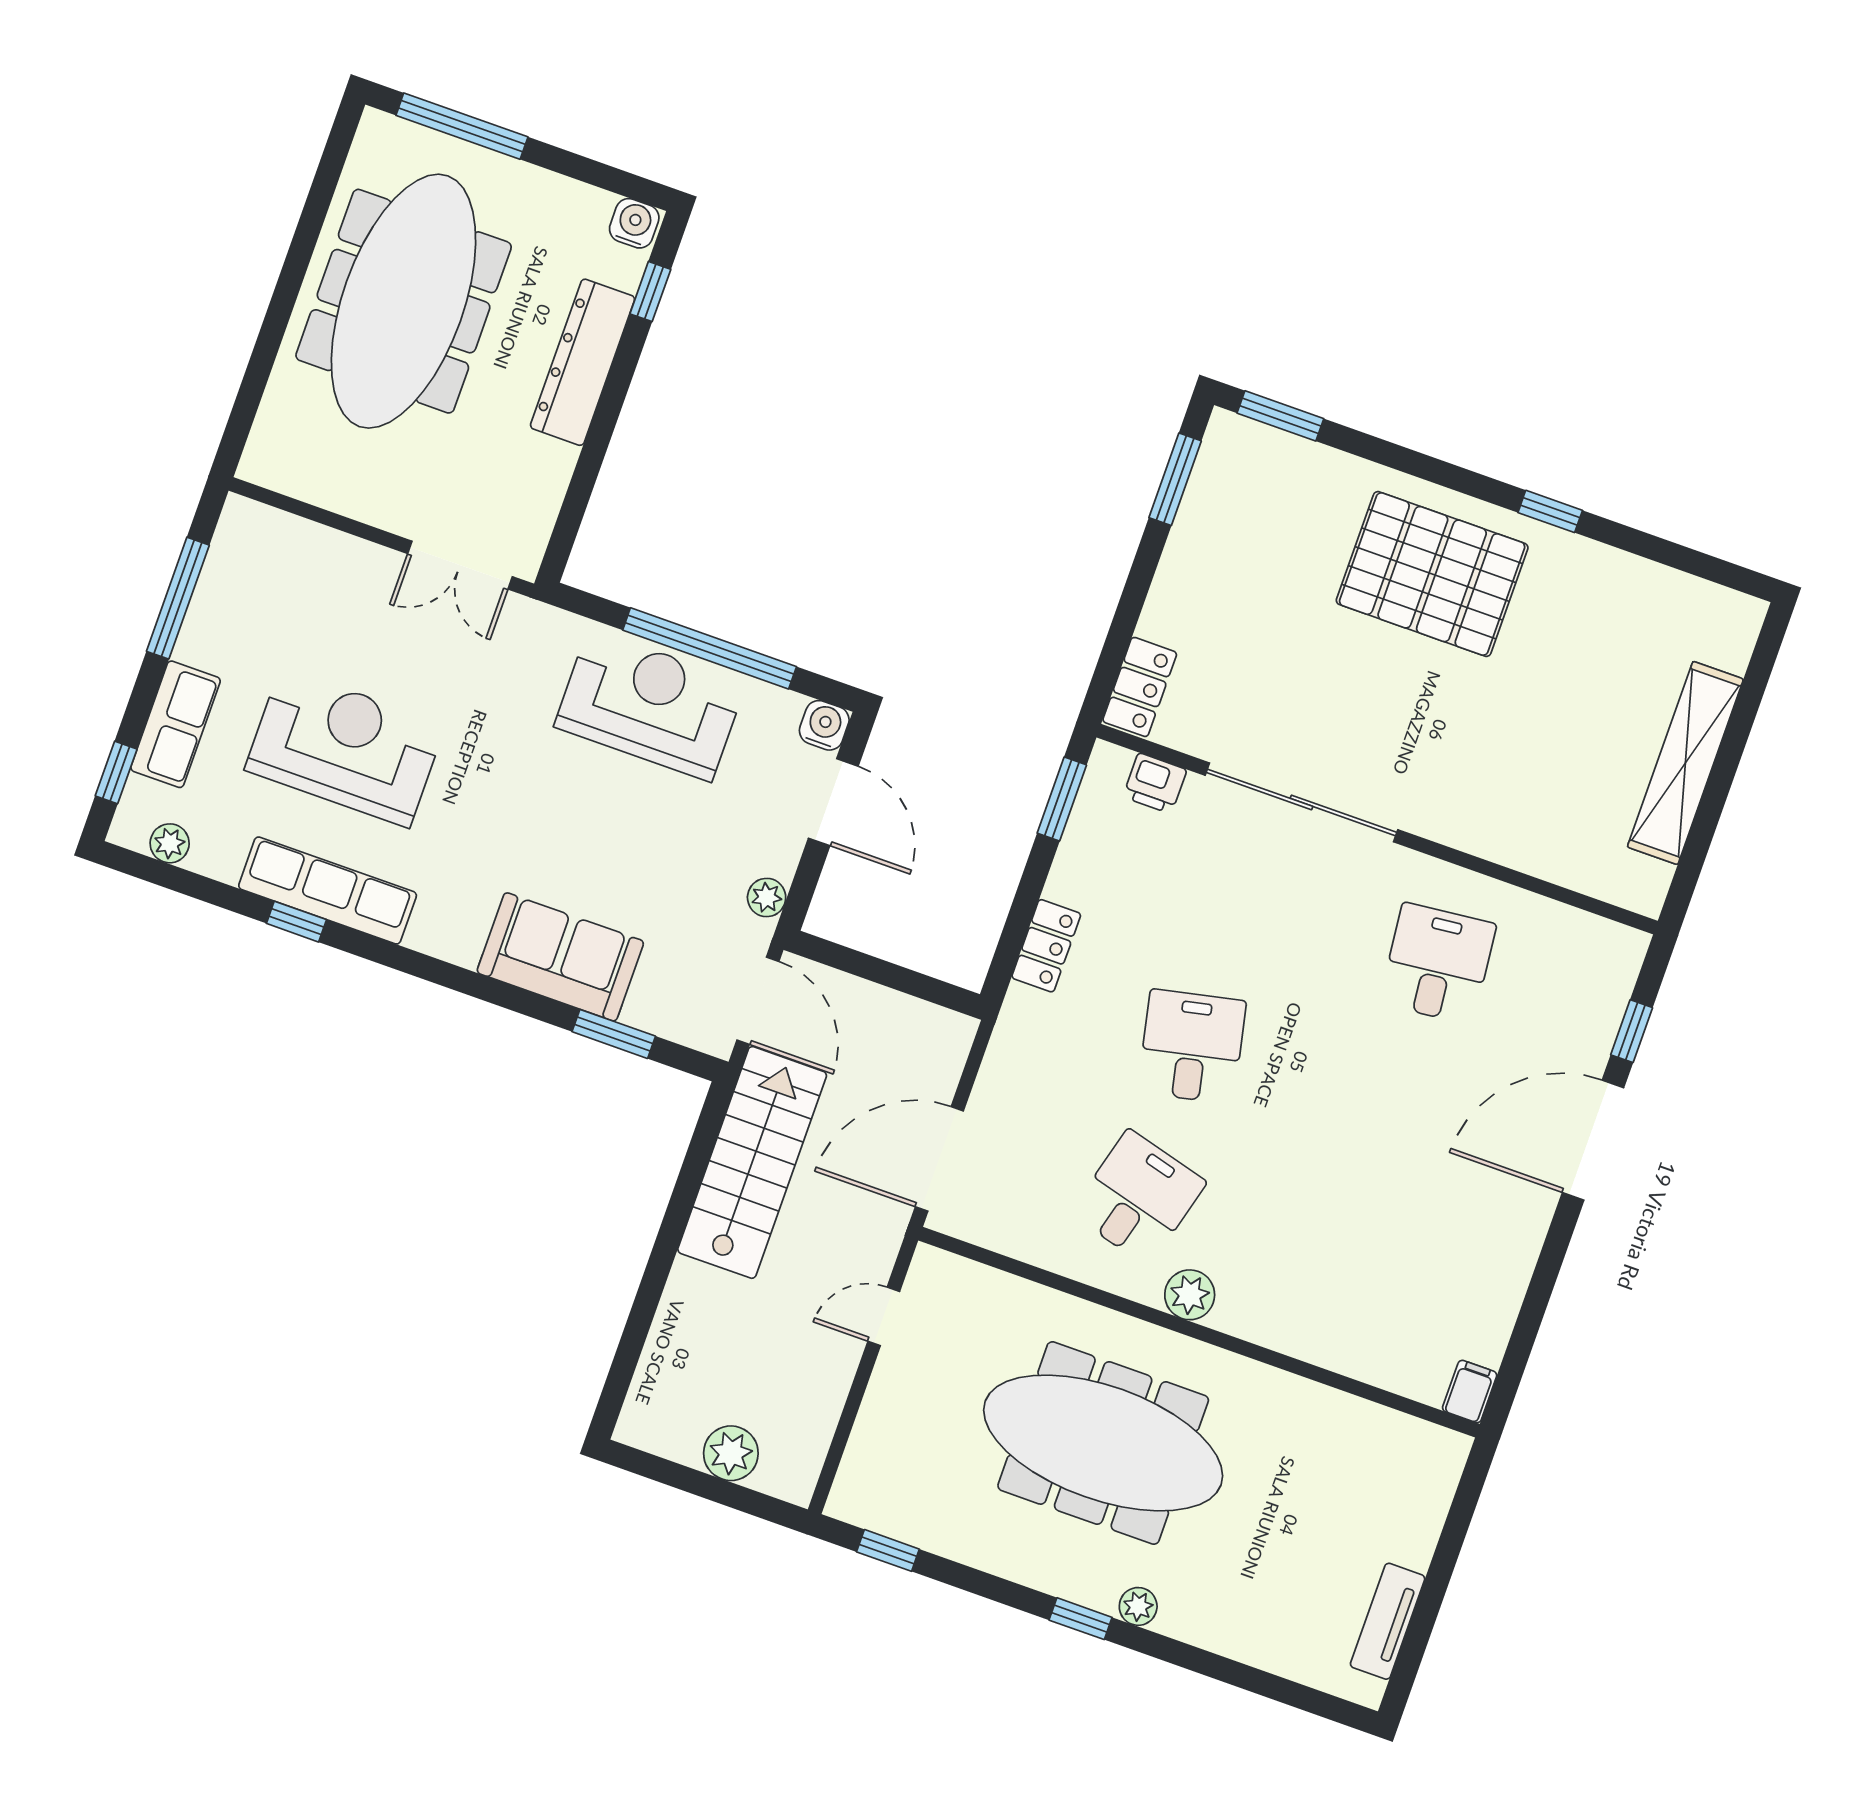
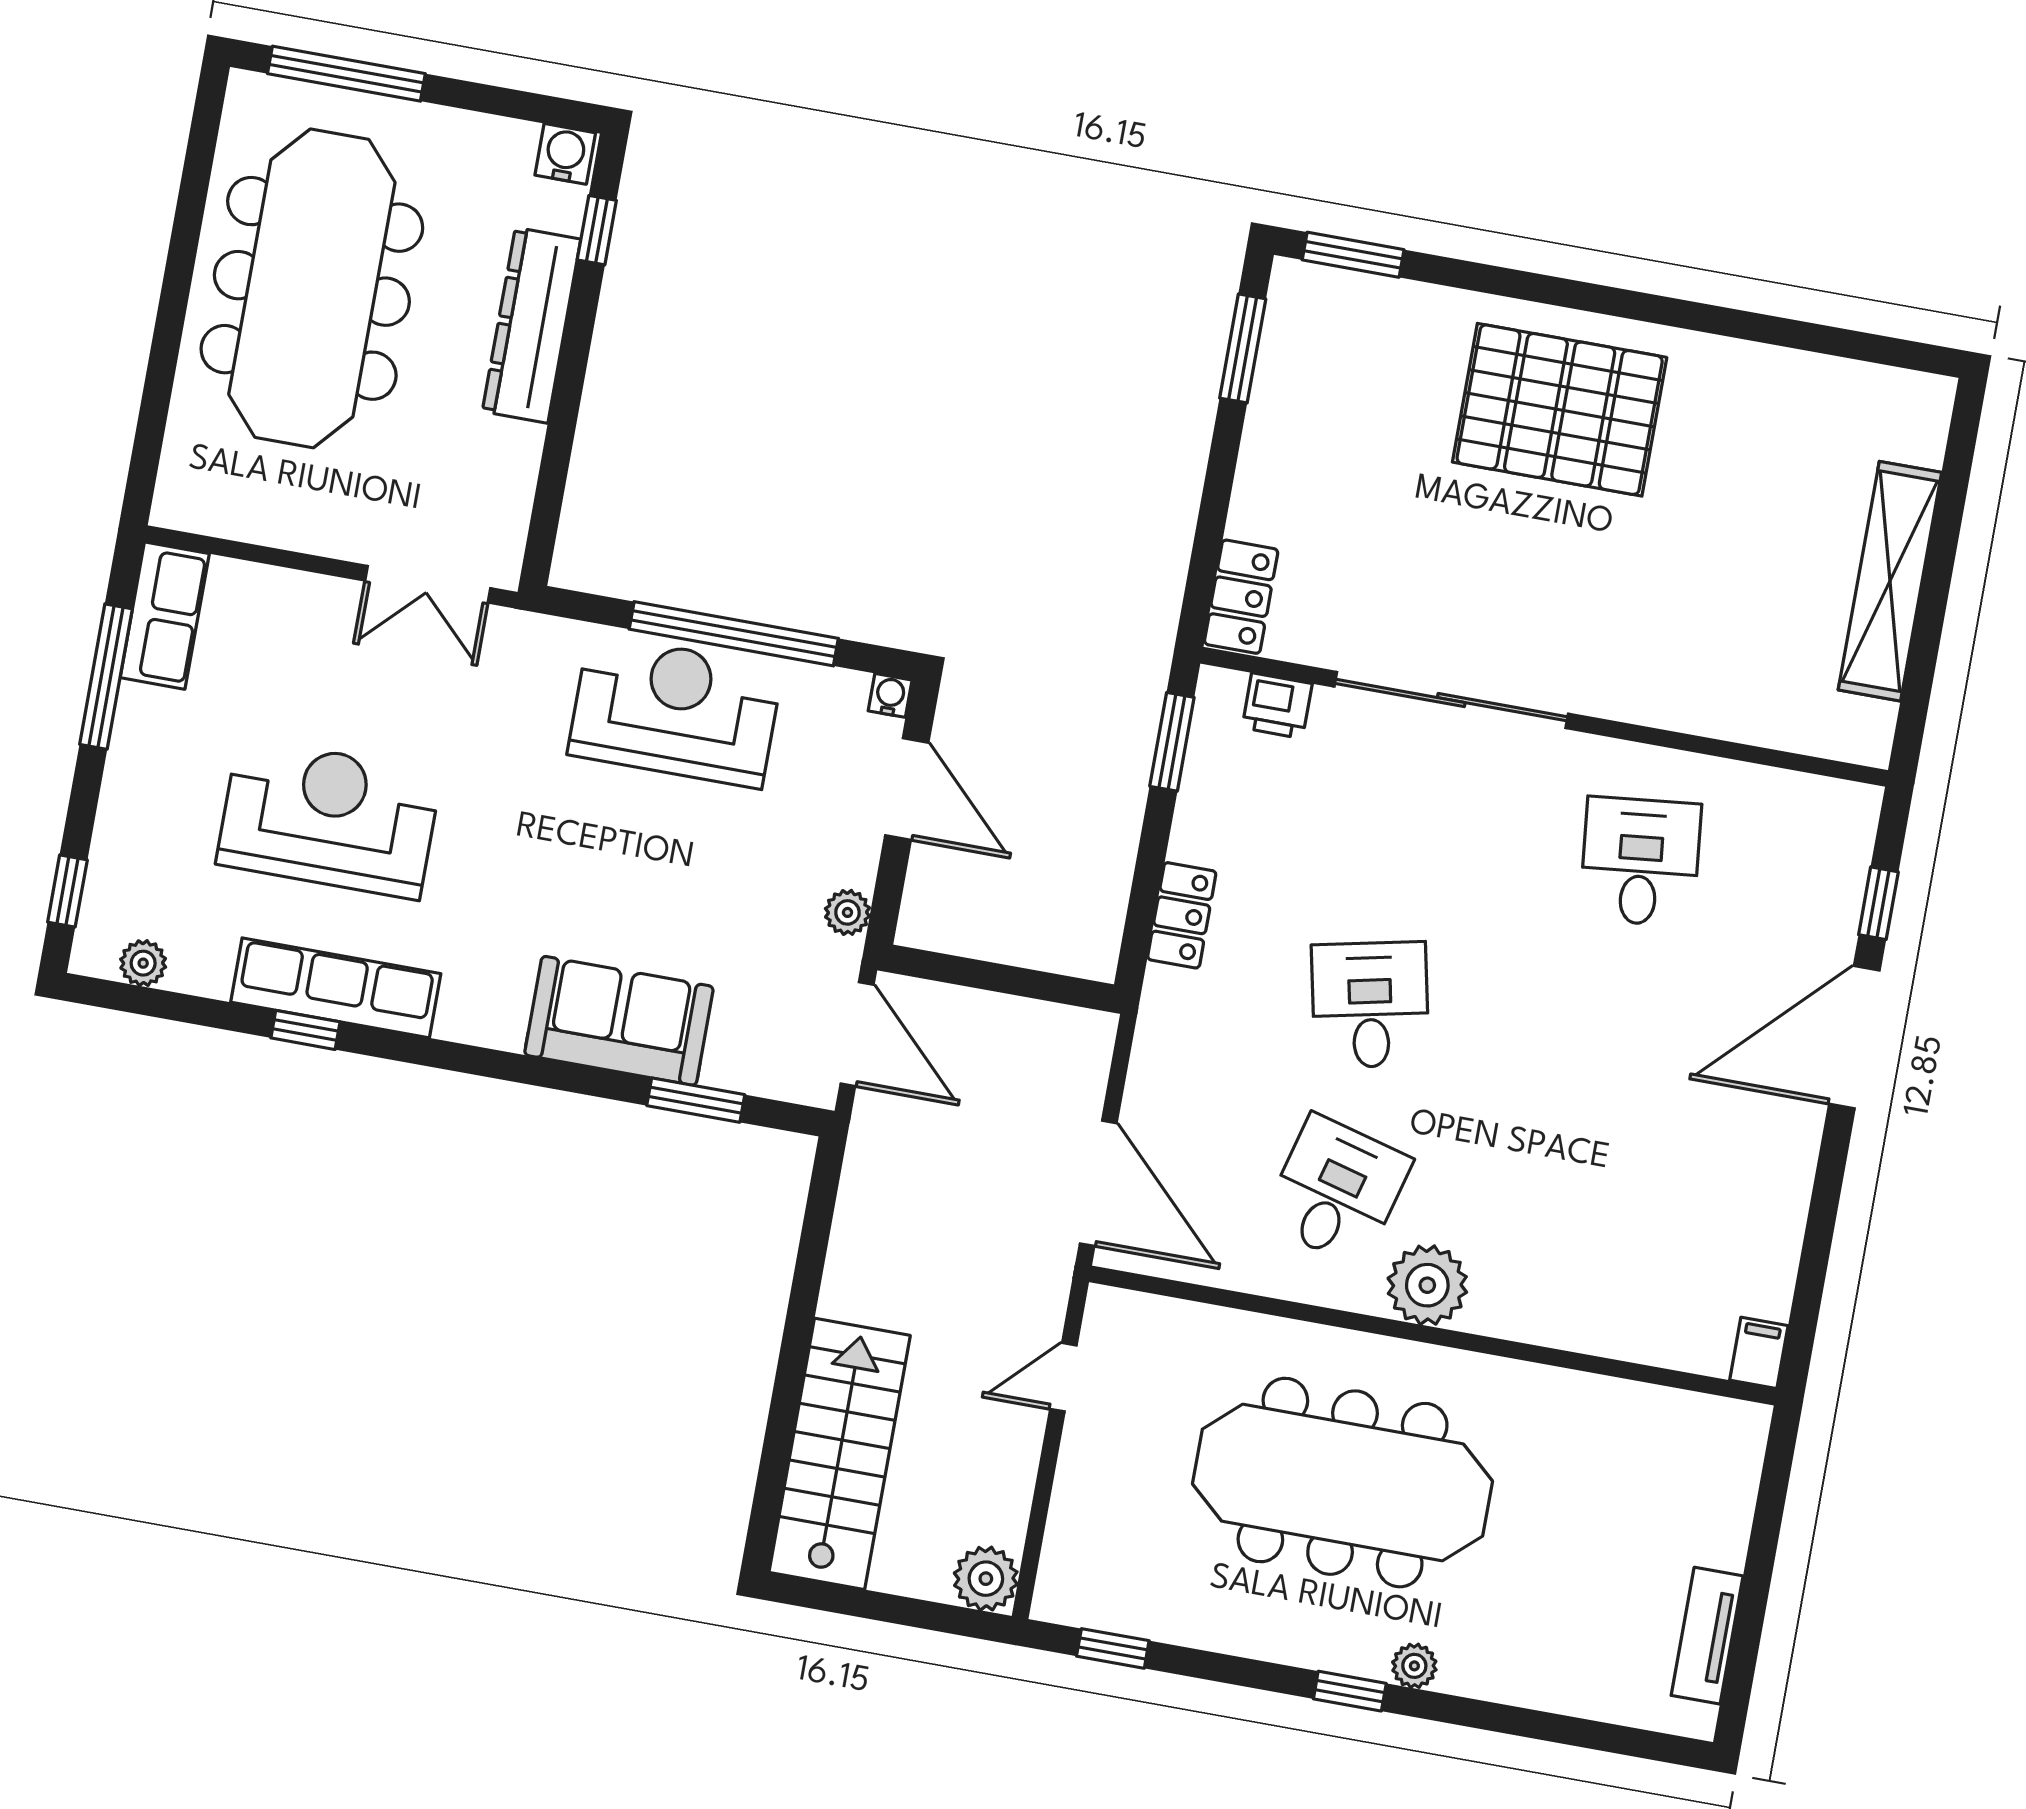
window: (1550, 511) -> (1685, 314), removed
row of seats: (175, 724) -> (165, 616), moved
water cooler: (824, 725) -> (890, 695), width x0.72, depth x0.72
door: (939, 1159) -> (1098, 1183), swing flipped
stairs: (752, 1162) -> (840, 1454), moved
plant: (1190, 1295) -> (1427, 1285), width x1.36, depth x1.36
plant: (731, 1453) -> (986, 1579), moved

